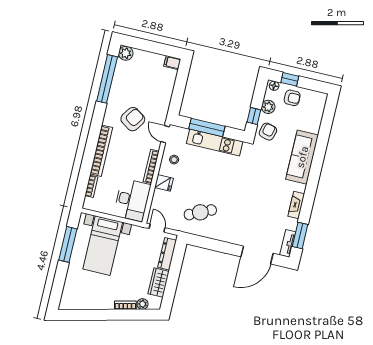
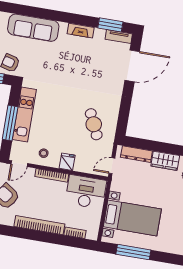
door: (257, 255) -> (132, 66), hinge flipped

